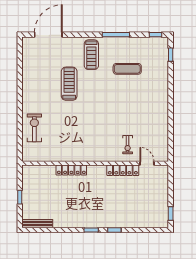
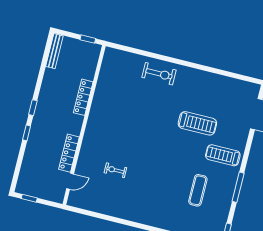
wall: (95, 163) -> (84, 125), moved
door: (147, 163) -> (70, 181), moved
locker: (71, 170) -> (83, 97), moved
locker: (123, 170) -> (69, 153), moved

